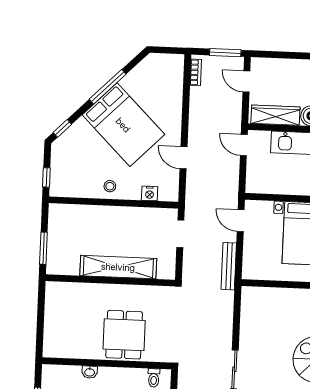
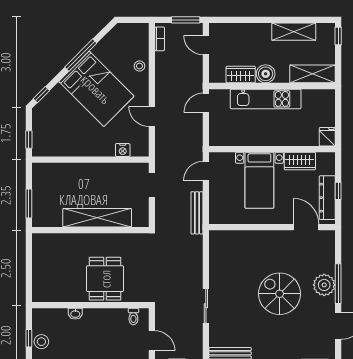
wardrobe: (275, 115) -> (241, 75), width x0.67
door: (244, 145) -> (206, 103), hinge flipped
stool: (110, 186) -> (139, 66), moved
door: (241, 221) -> (206, 171), hinge flipped

